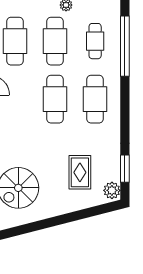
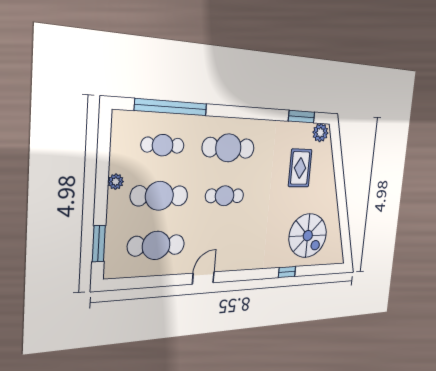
cafe table: (55, 99) -> (225, 196), width x0.73, depth x0.74
rug: (80, 172) -> (300, 168), turned 90

